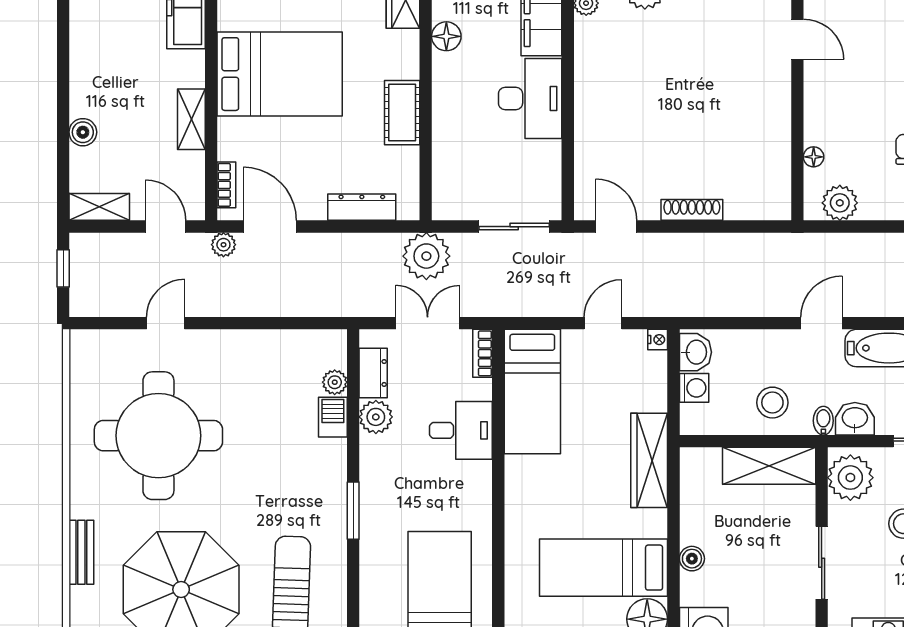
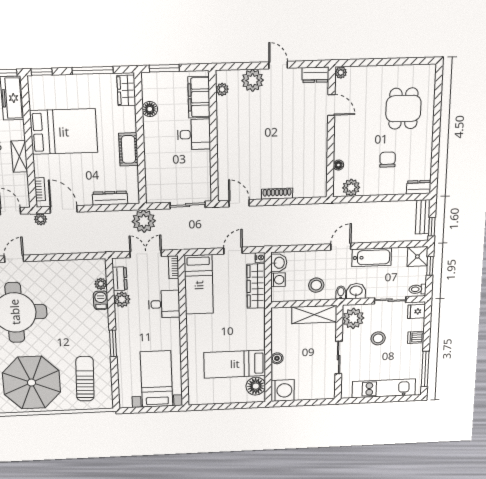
desk: (530, 98) -> (194, 134), width x0.73
wardrobe: (649, 460) -> (256, 286), moved

